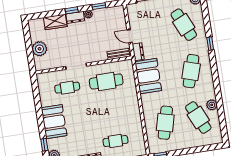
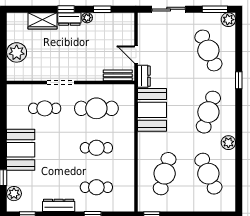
plant: (212, 105) -> (228, 143), moved
cafe table: (111, 111) -> (96, 148), added

